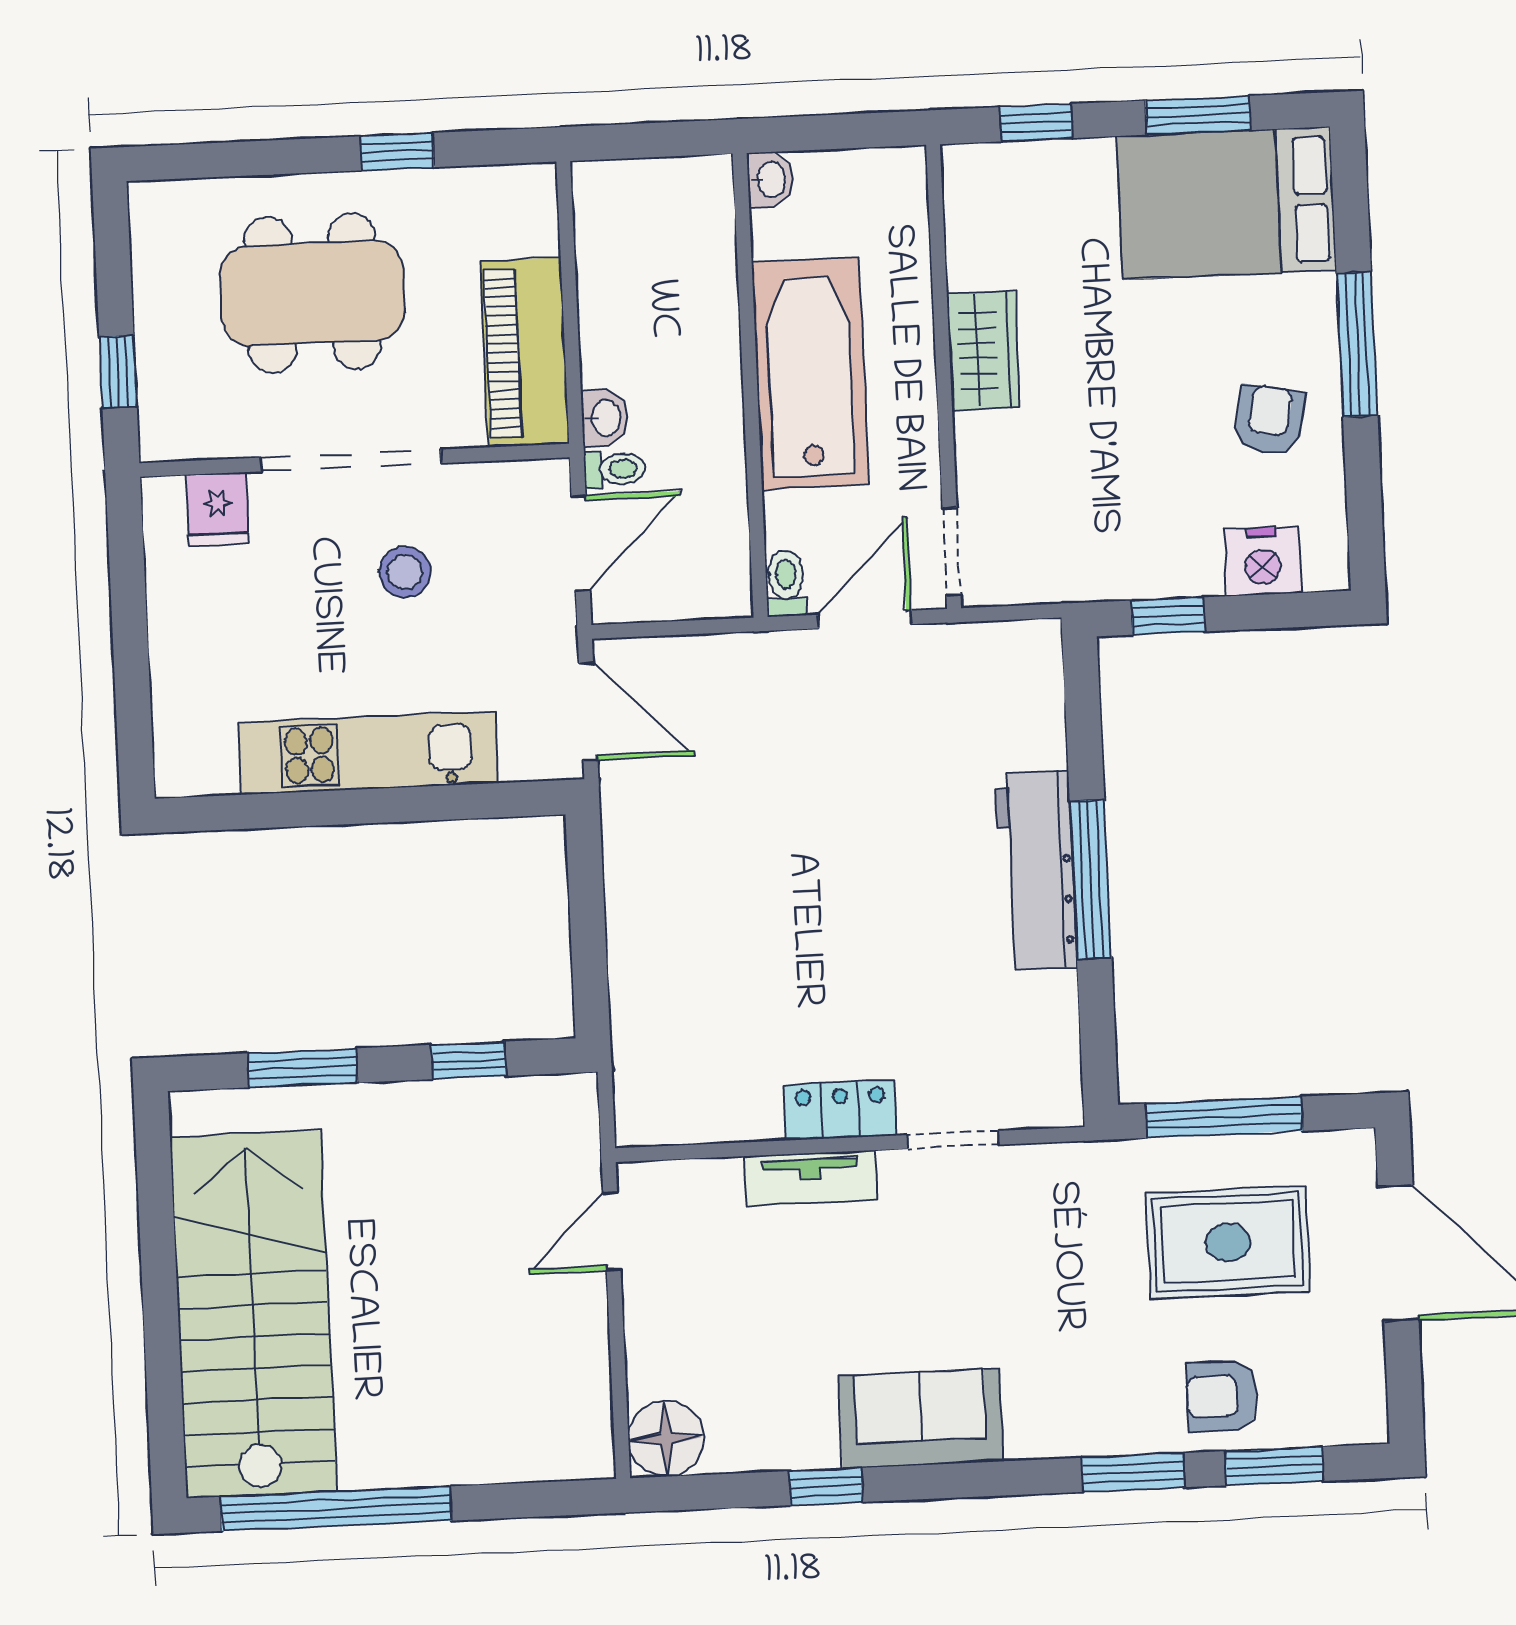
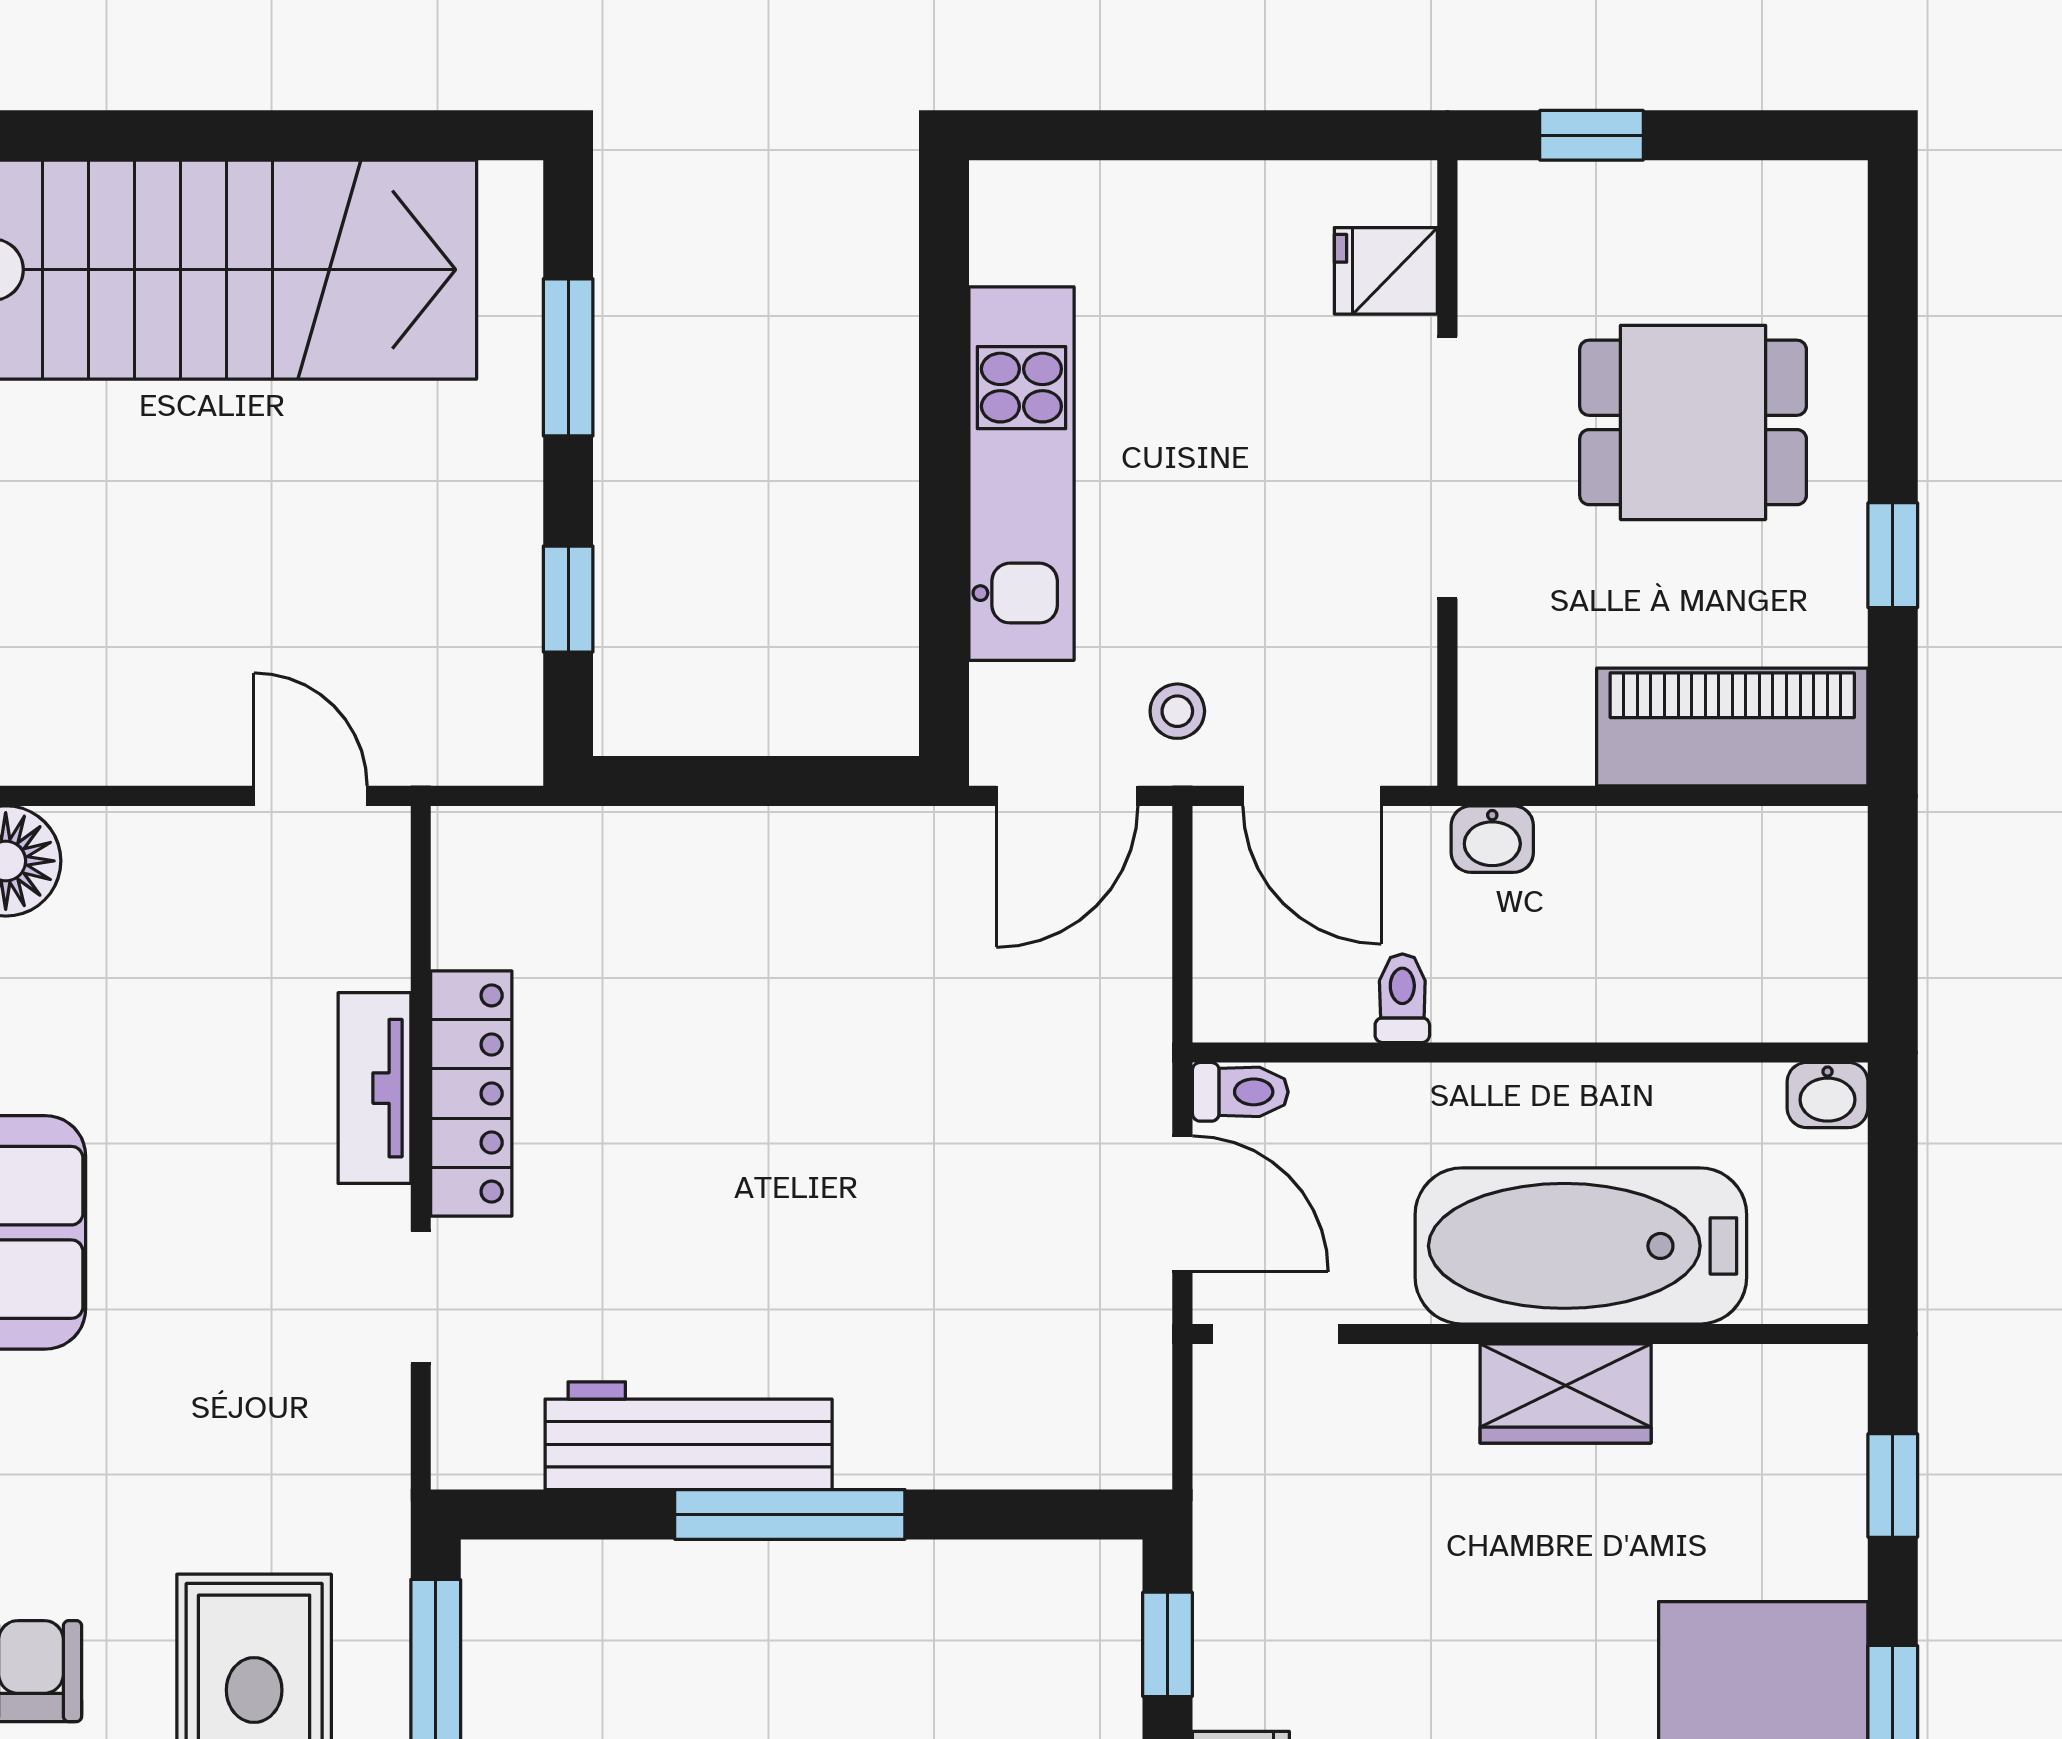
dining table: (312, 293) -> (1693, 422), width x0.73
piano: (525, 352) -> (1732, 727), moved
bathtub: (810, 373) -> (1581, 1246), moved, turned 180
toilet: (615, 469) -> (1402, 998), moved, turned 180
stool: (405, 572) -> (1177, 711), moved, width x0.73, depth x0.73
workbench: (1036, 871) -> (689, 1436), moved
locker: (840, 1110) -> (471, 1094), width x1.53

